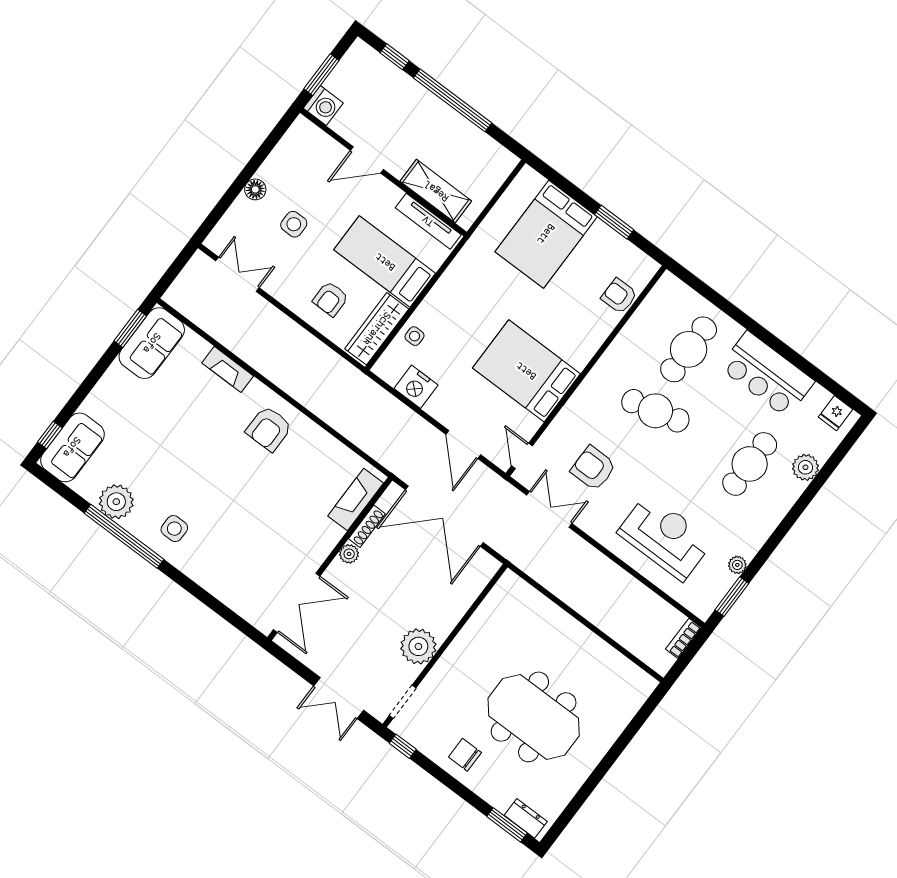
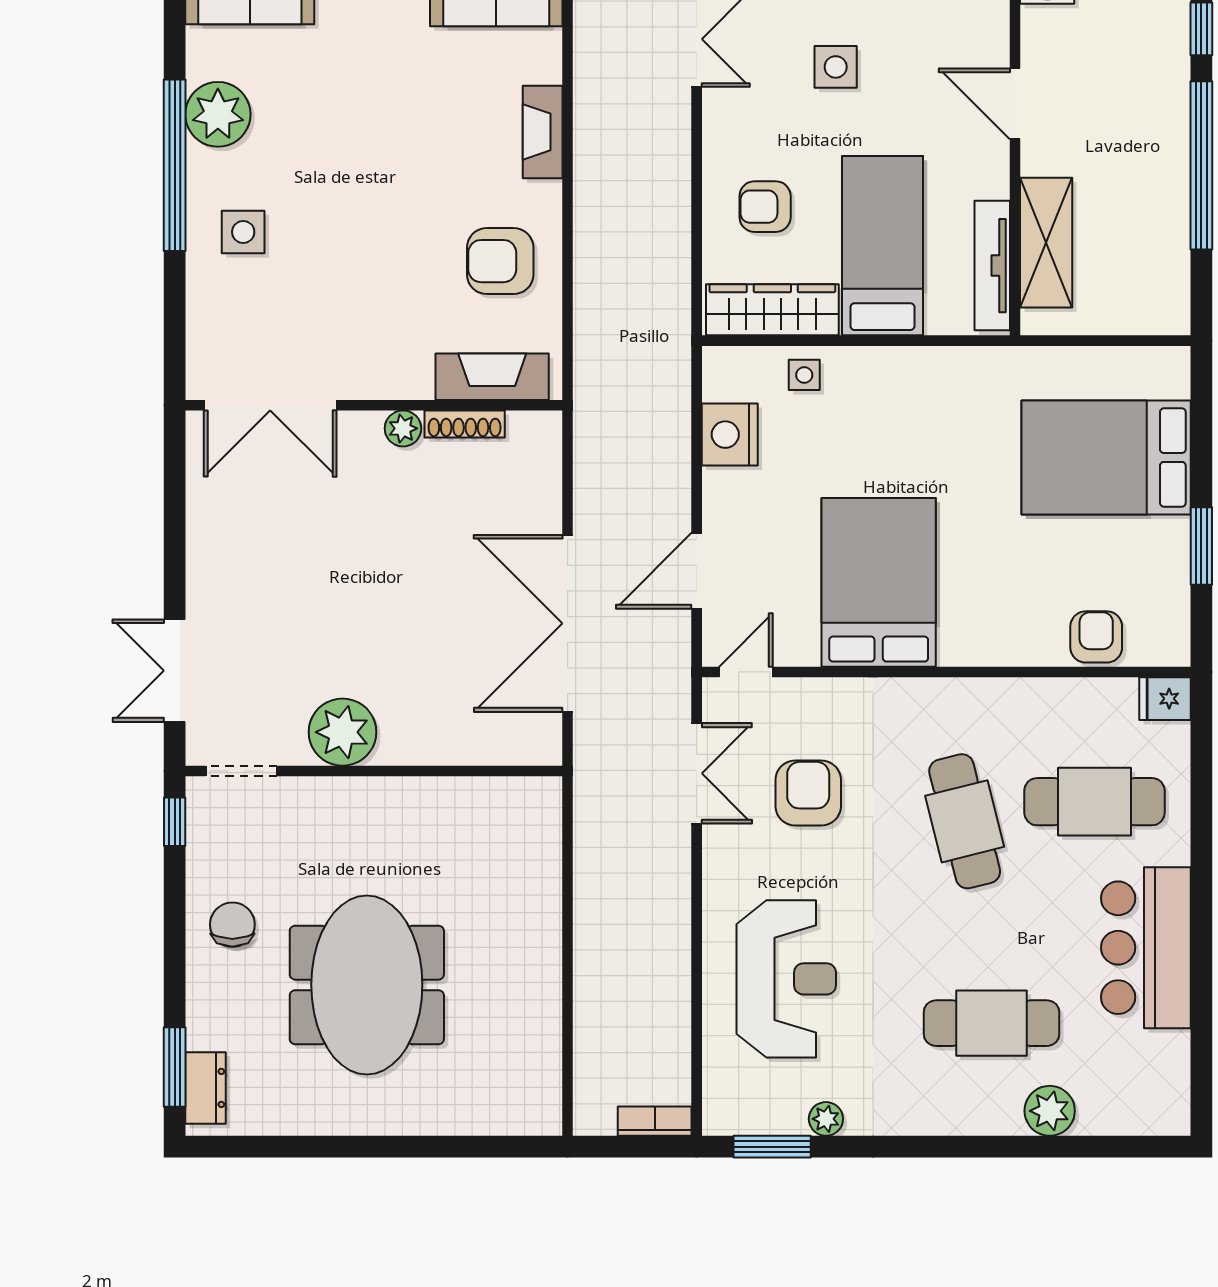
fridge: (836, 413) -> (1165, 699), moved
fireplace: (356, 499) -> (492, 377), moved
shoe rack: (367, 526) -> (465, 424), moved
plant: (349, 554) -> (403, 428), moved
wall: (330, 559) -> (374, 405), moved
double door: (297, 603) -> (270, 405), moved

